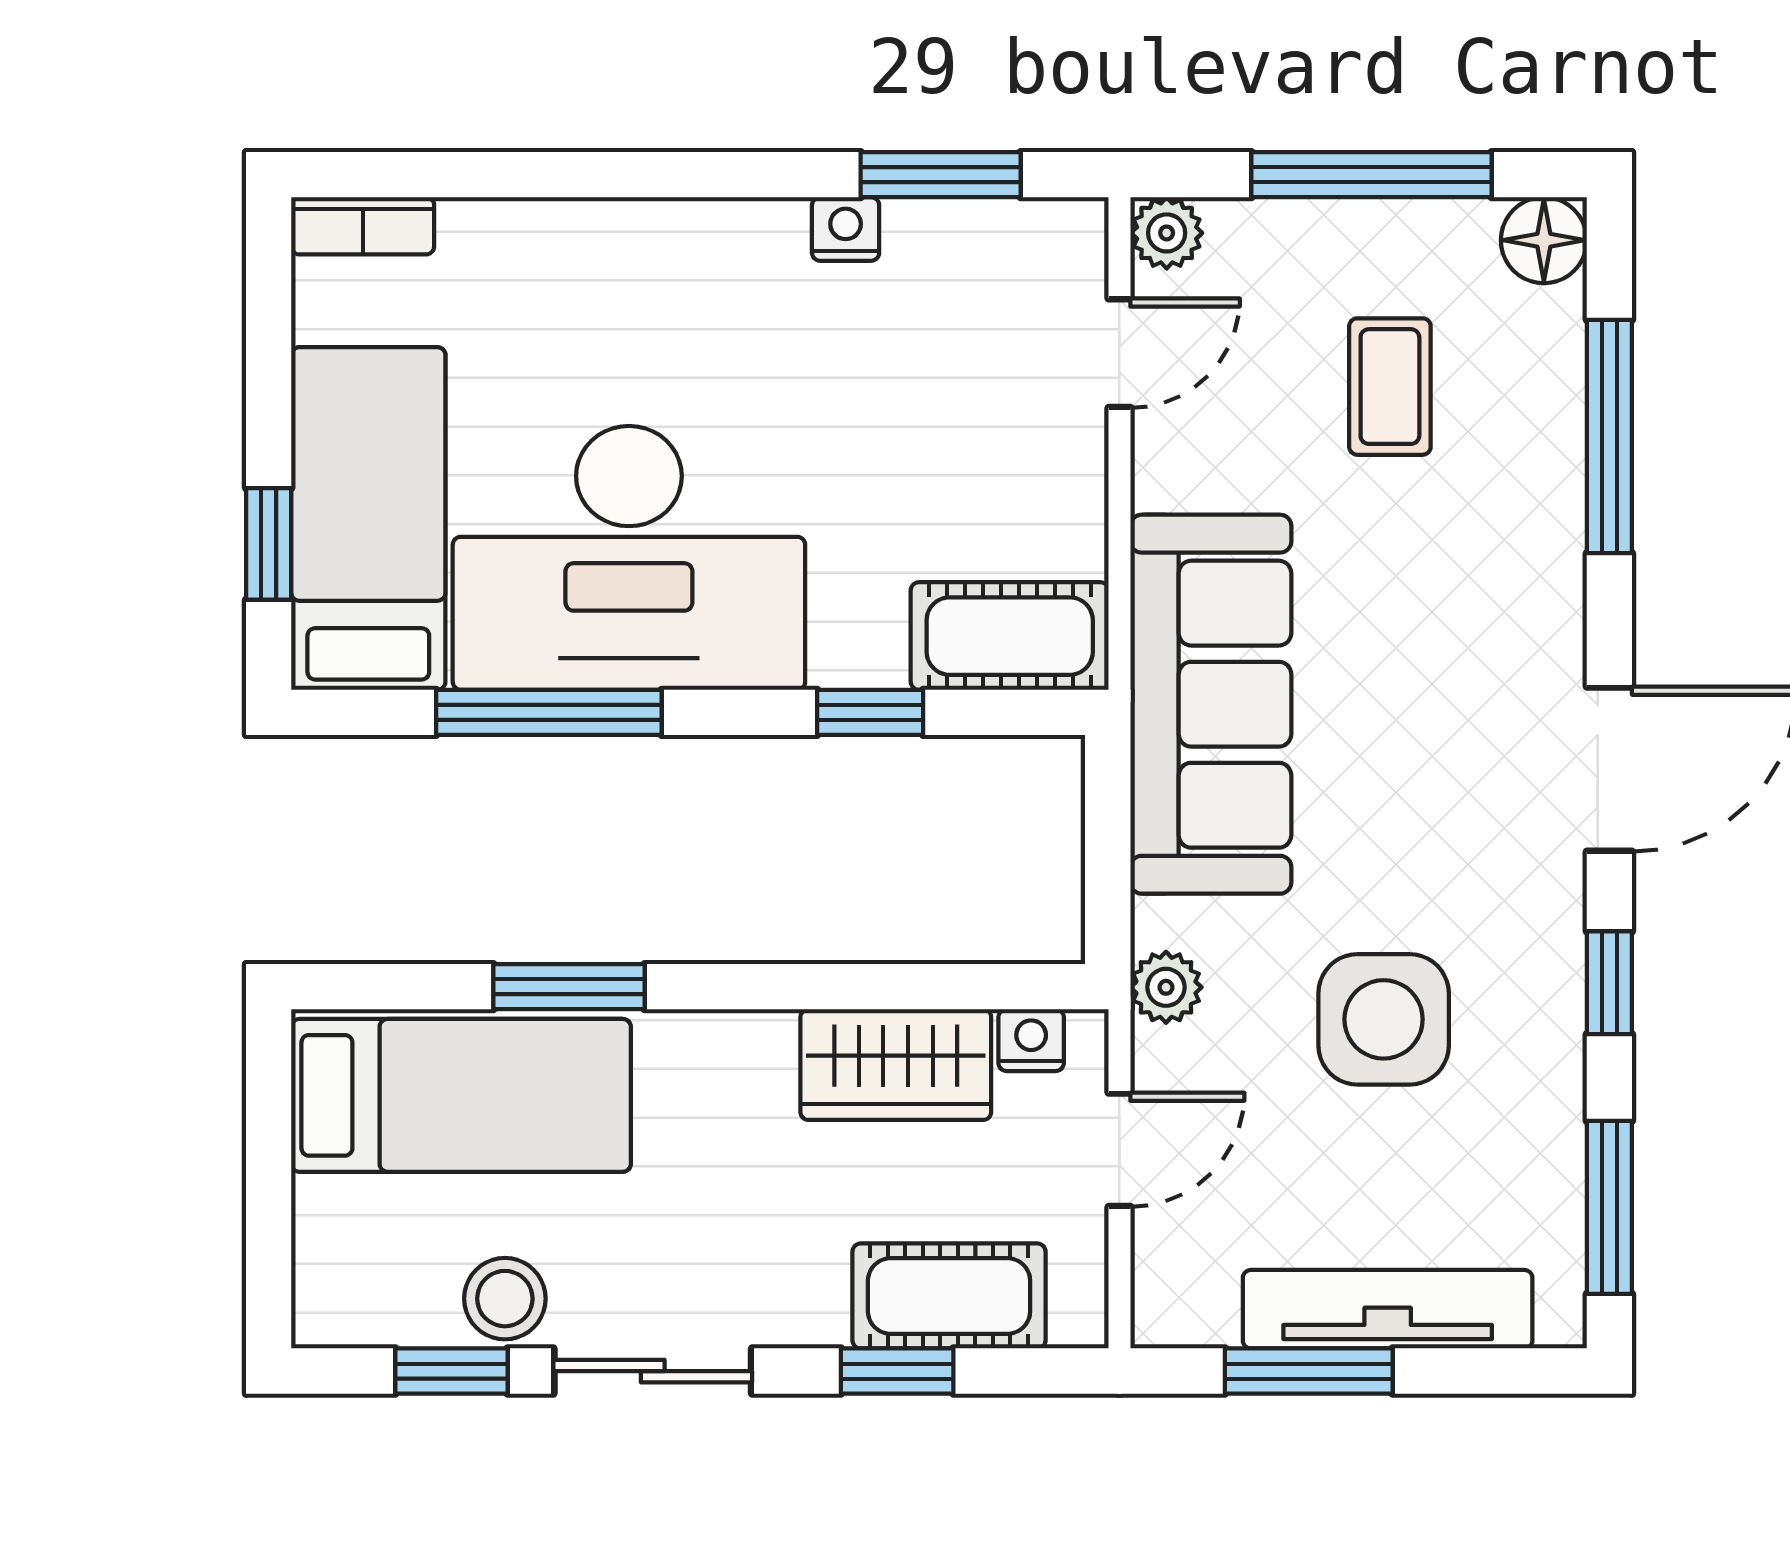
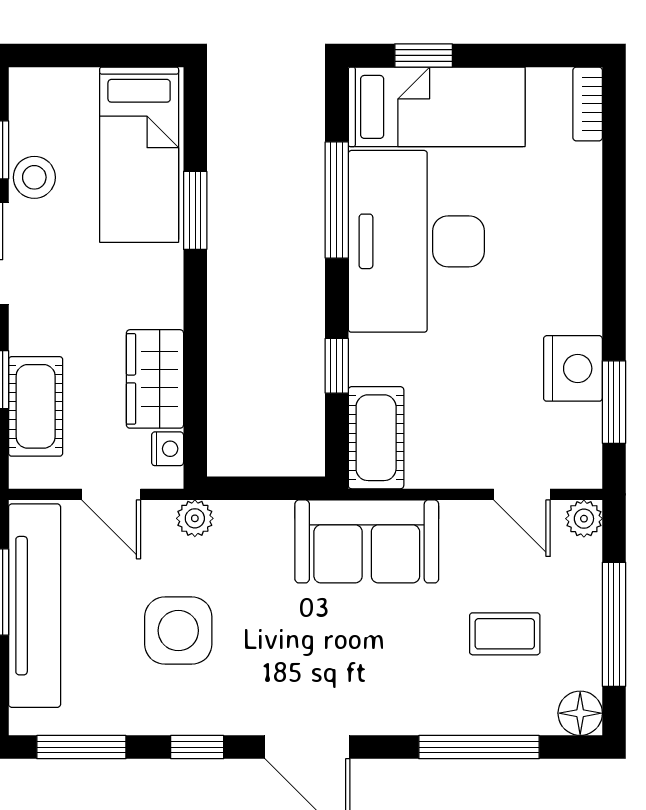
nightstand: (846, 229) -> (573, 368), width x1.89, depth x1.79
sofa: (1211, 704) -> (367, 541), width x0.73
tv unit: (1388, 1309) -> (35, 606), width x1.36, depth x1.29

